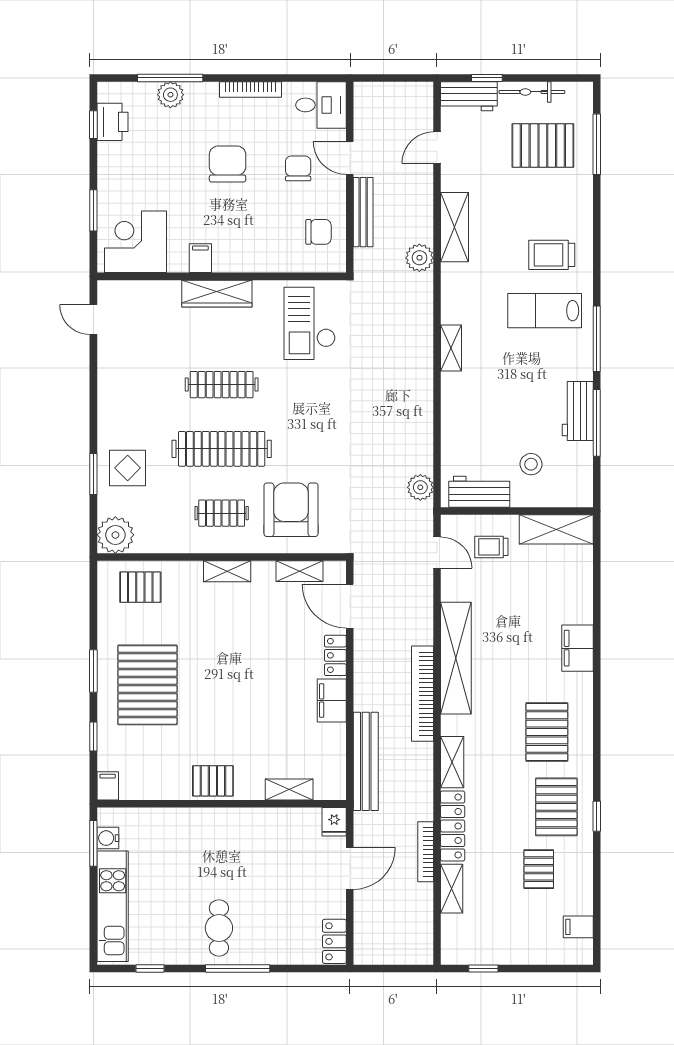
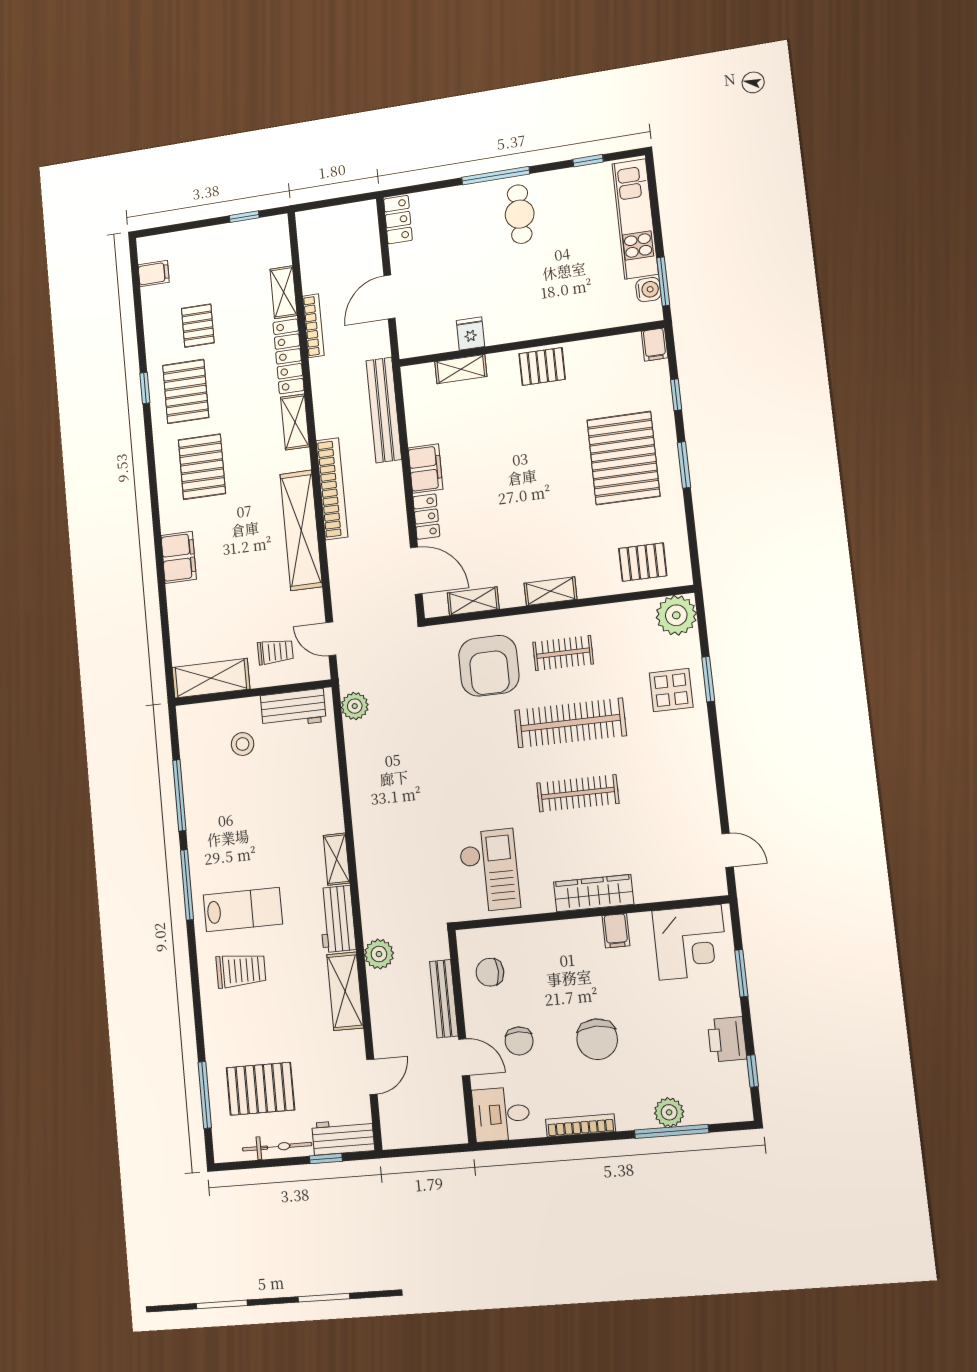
printer: (112, 122) -> (727, 1039), moved
workbench: (578, 411) -> (337, 919), moved, turned 180
fridge: (334, 822) -> (470, 333), moved

